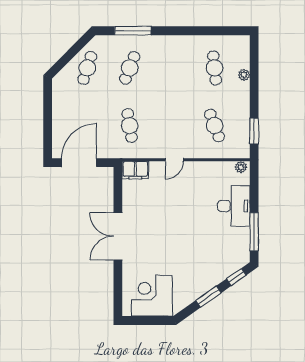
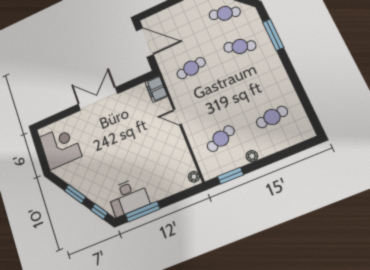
plant: (244, 75) -> (252, 156), moved
desk: (234, 206) -> (128, 197), moved

